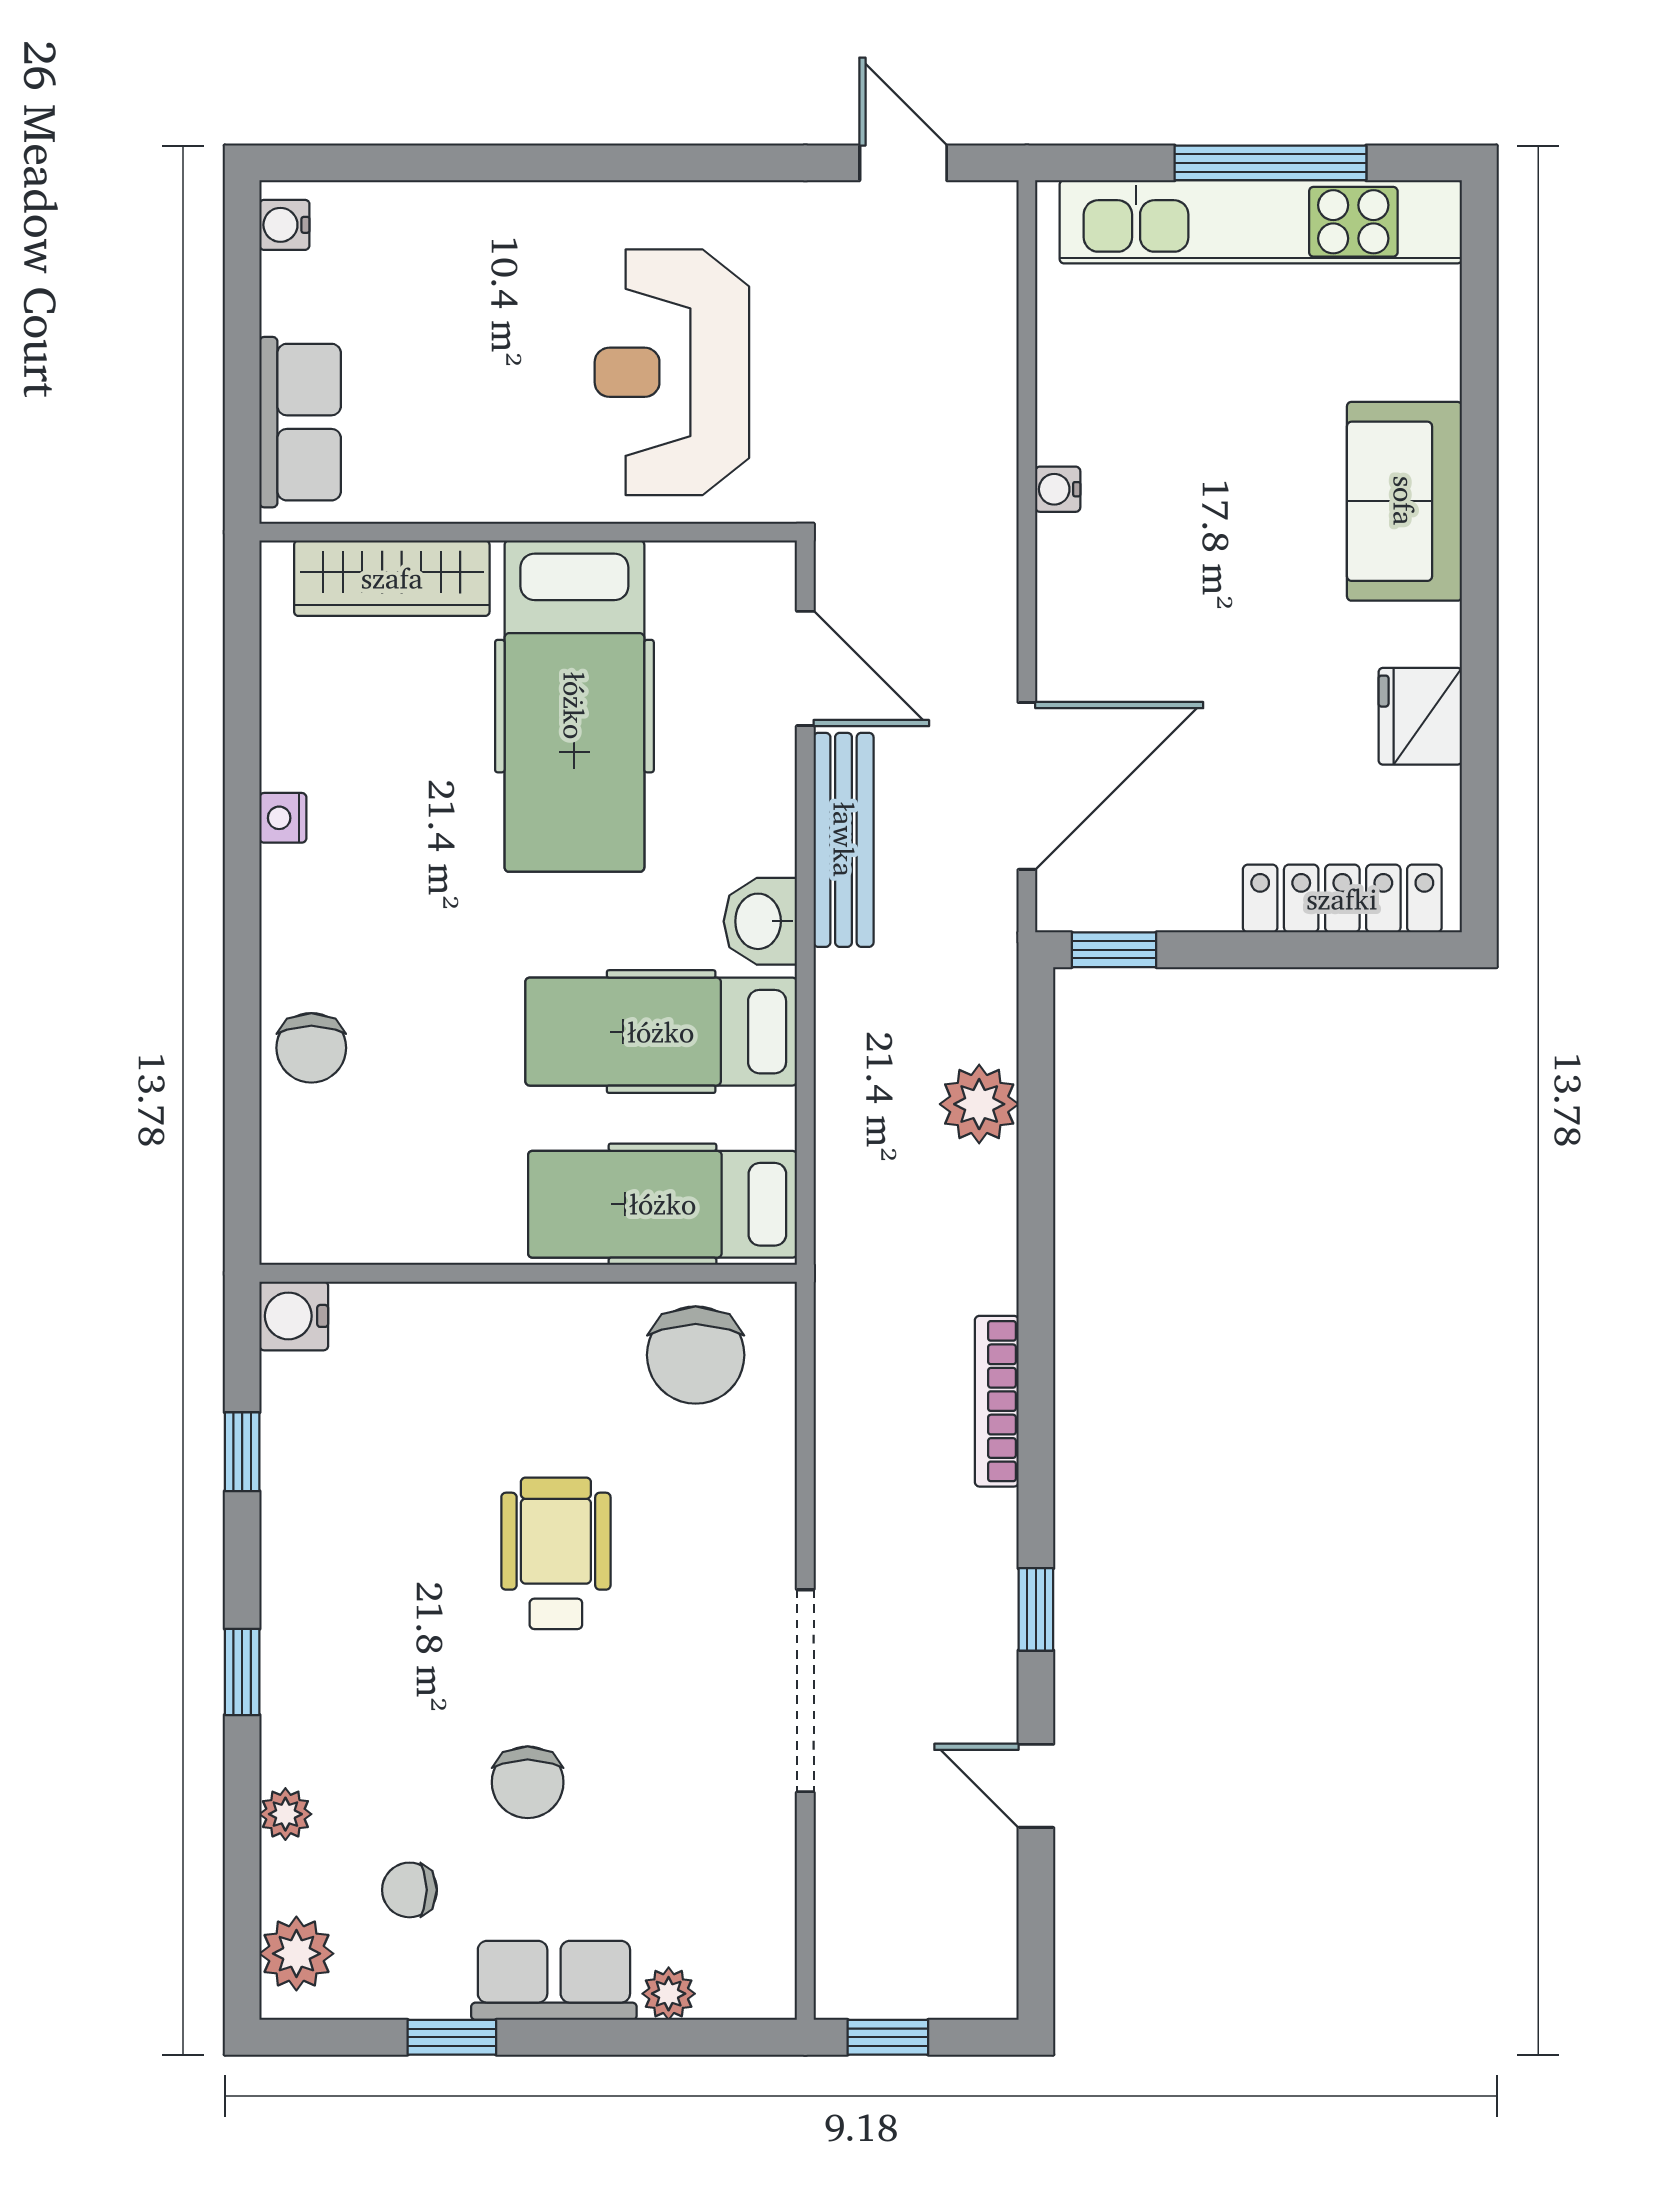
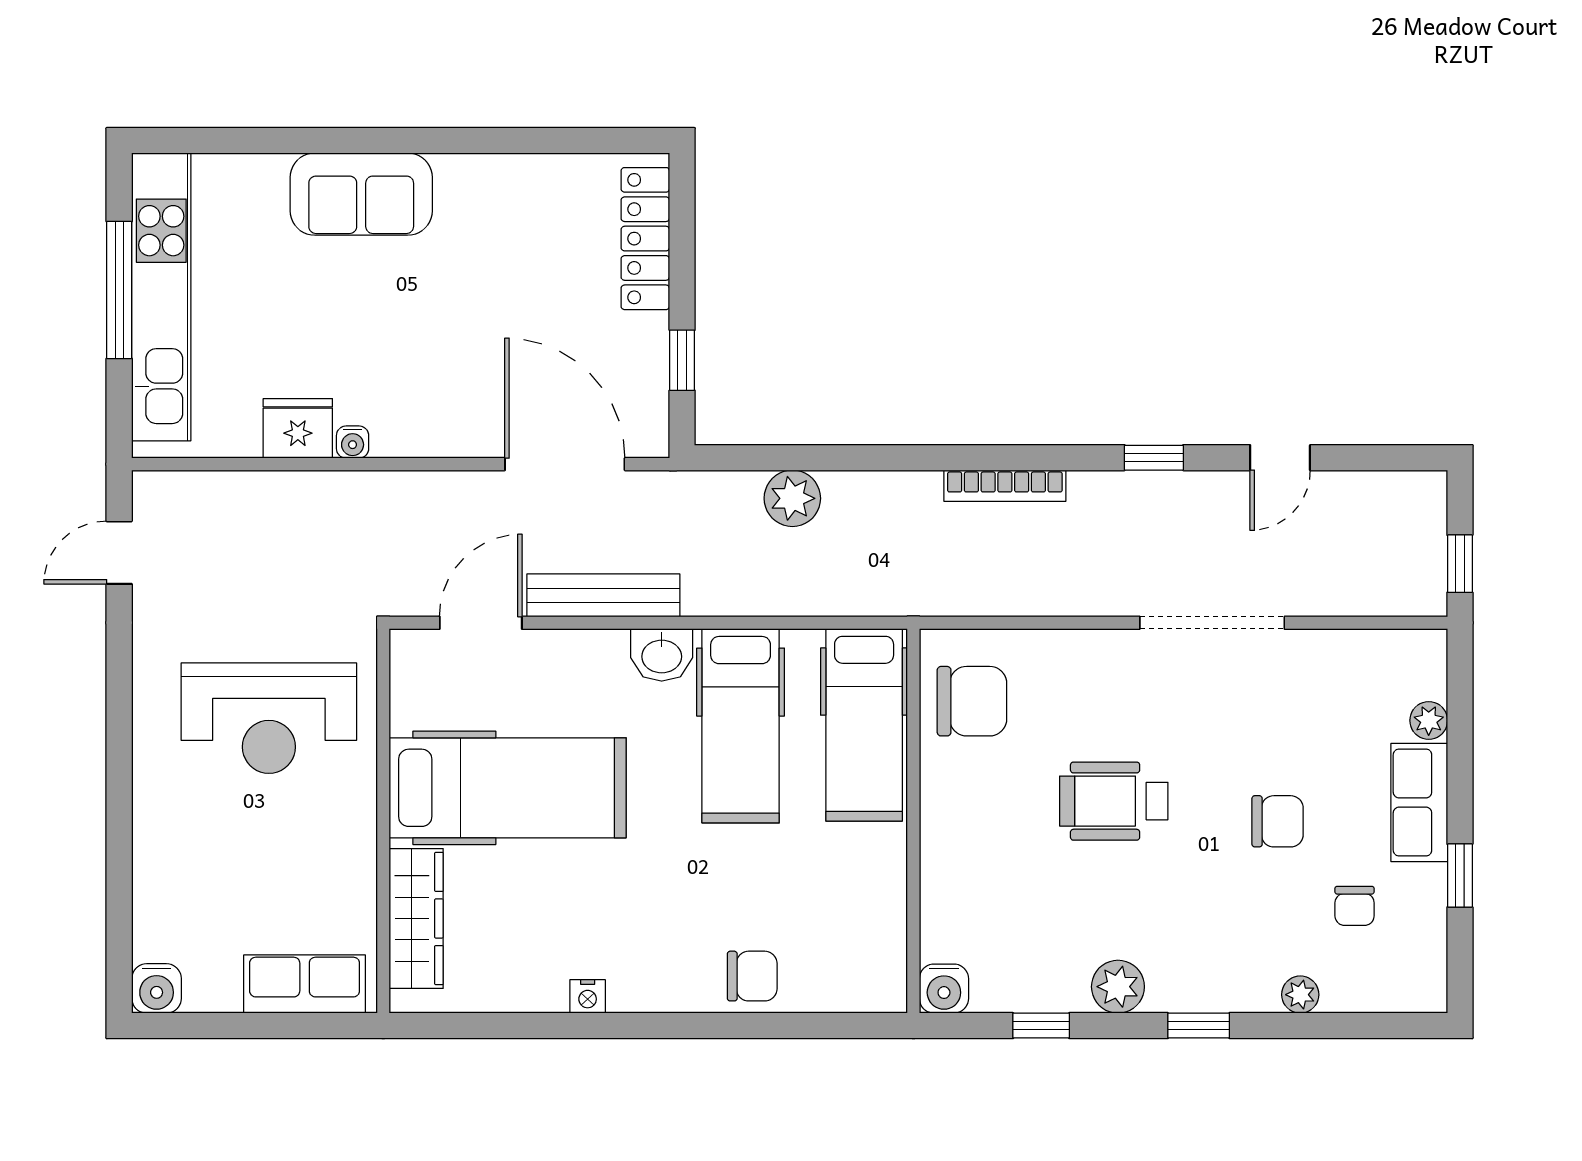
water cooler: (284, 225) -> (157, 988), width x1.38, depth x1.38
fridge: (1420, 716) -> (298, 428), moved, turned 180
window: (1114, 950) -> (682, 360), moved
plant: (296, 1954) -> (1118, 987), moved

